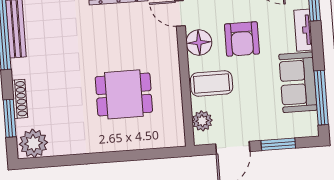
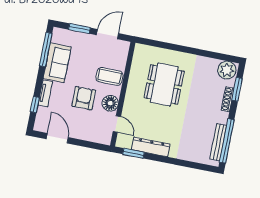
dining table: (124, 94) -> (164, 84), width x1.38
plant: (202, 121) -> (121, 55), removed

